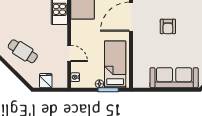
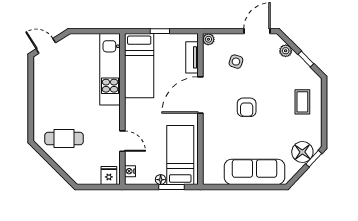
cafe table: (23, 51) -> (64, 139), turned -33
fridge: (46, 81) -> (109, 176), moved

